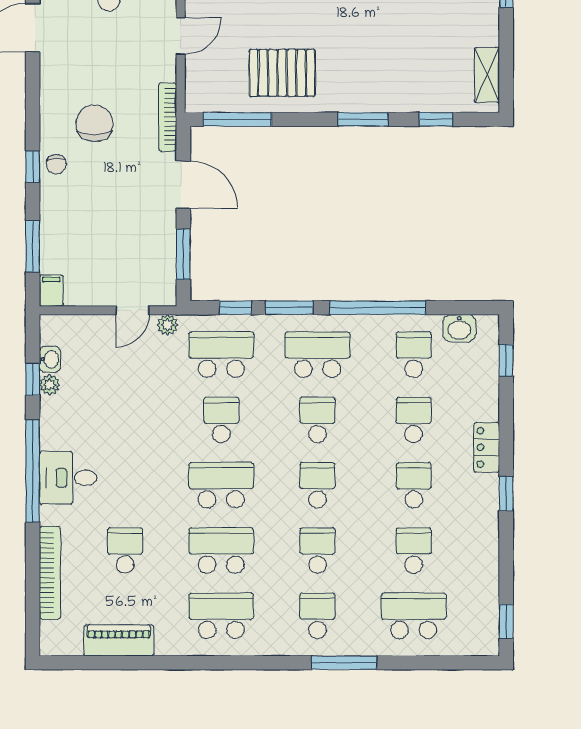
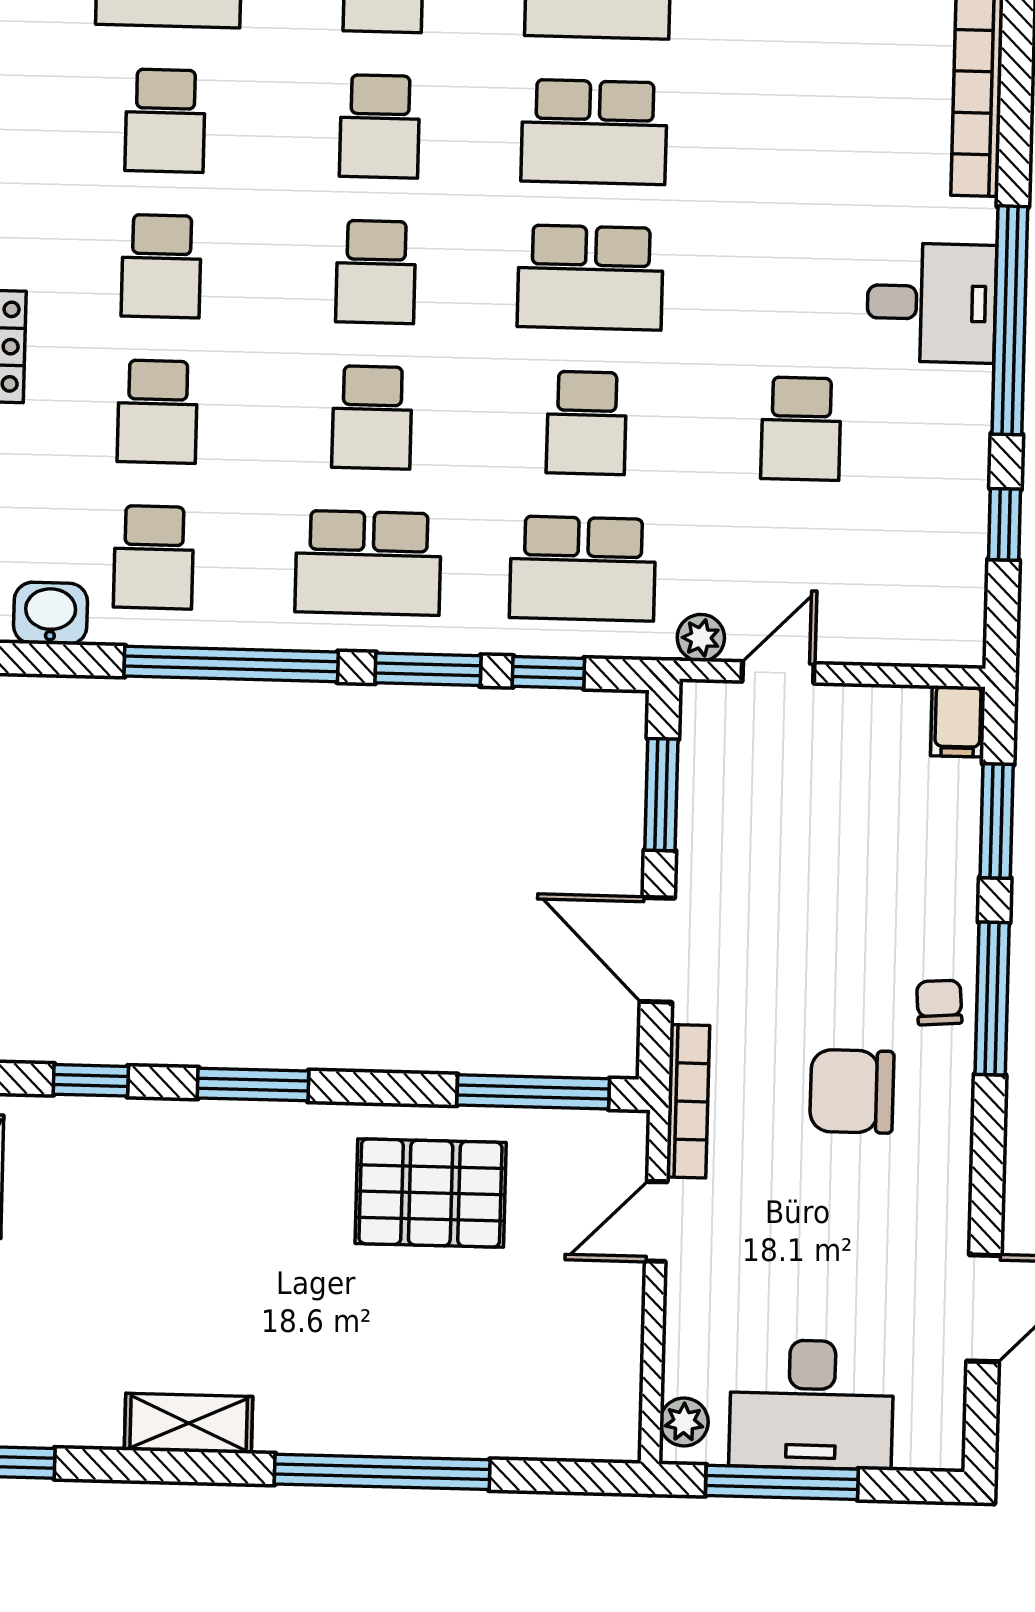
door: (181, 36) -> (656, 1221), moved
chair: (94, 123) -> (852, 1091), turned 90
window: (33, 167) -> (992, 999), width x2.17
washbasin: (50, 359) -> (965, 568), removed
plant: (50, 385) -> (967, 512), removed
school desk: (125, 550) -> (801, 429), moved

